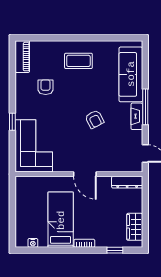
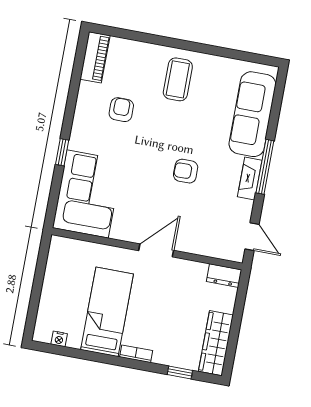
coffee table: (78, 61) -> (178, 79), turned 90
armchair: (94, 119) -> (186, 171), turned 118
door: (85, 174) -> (156, 250), swing flipped
dresser: (127, 182) -> (224, 276), width x0.70
wardrobe: (135, 227) -> (216, 343), width x1.50

